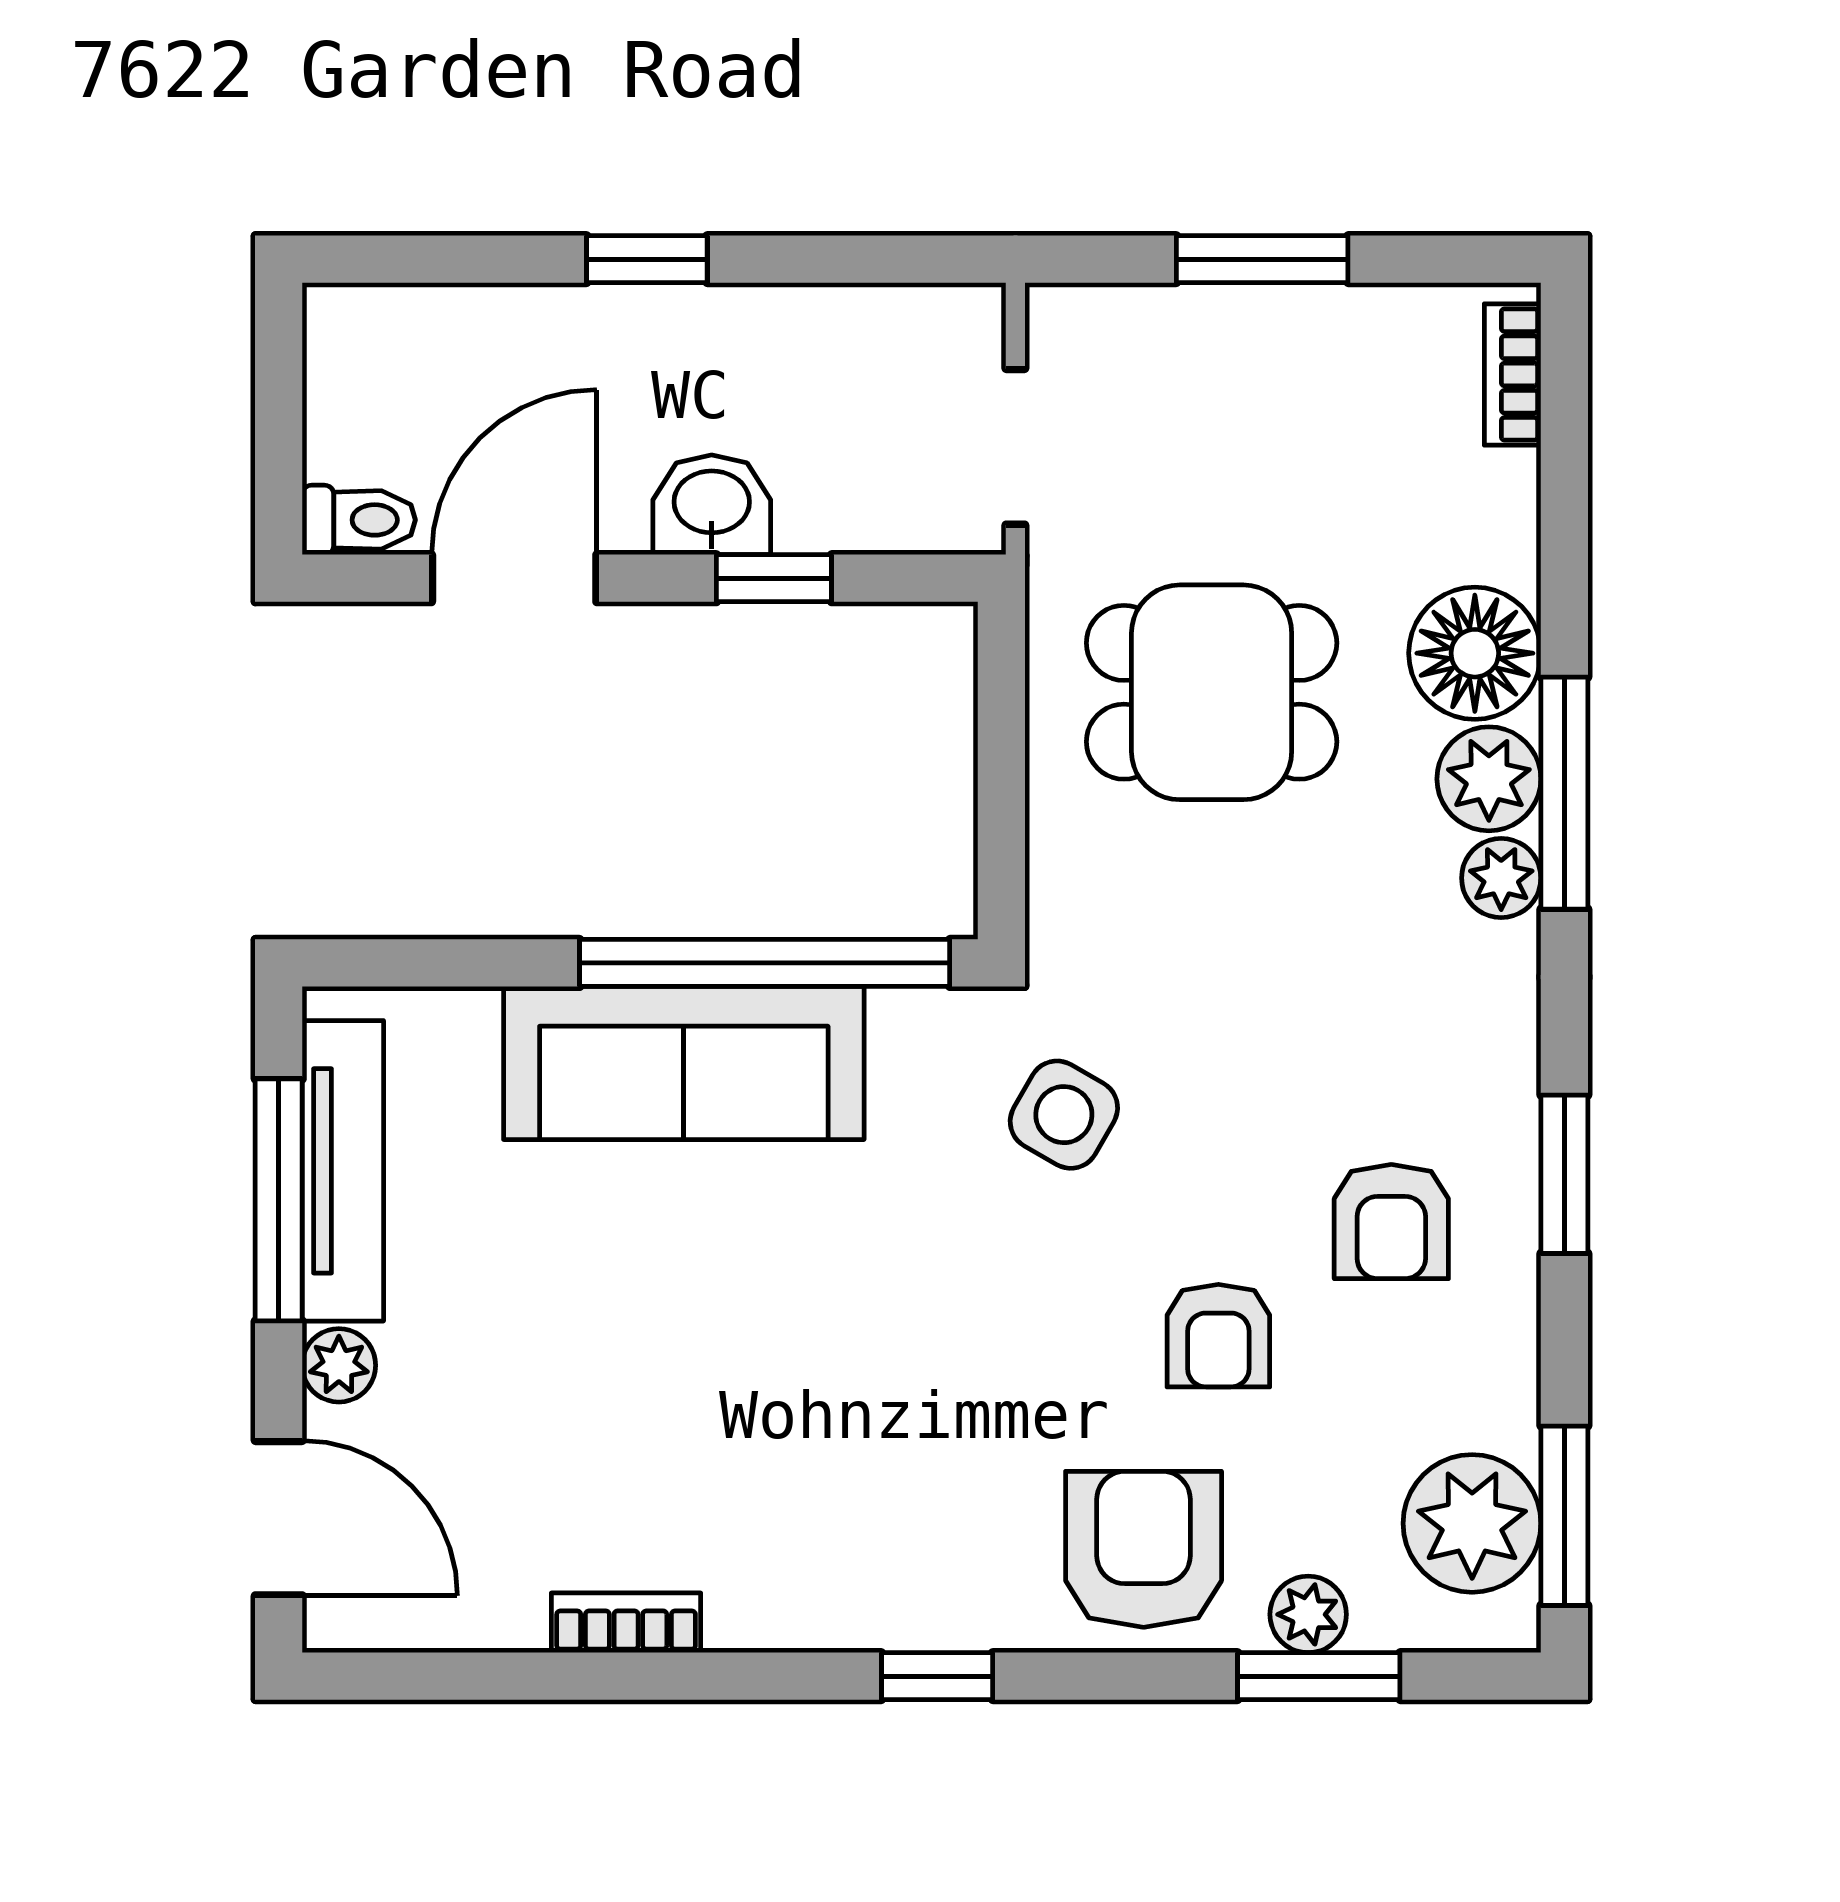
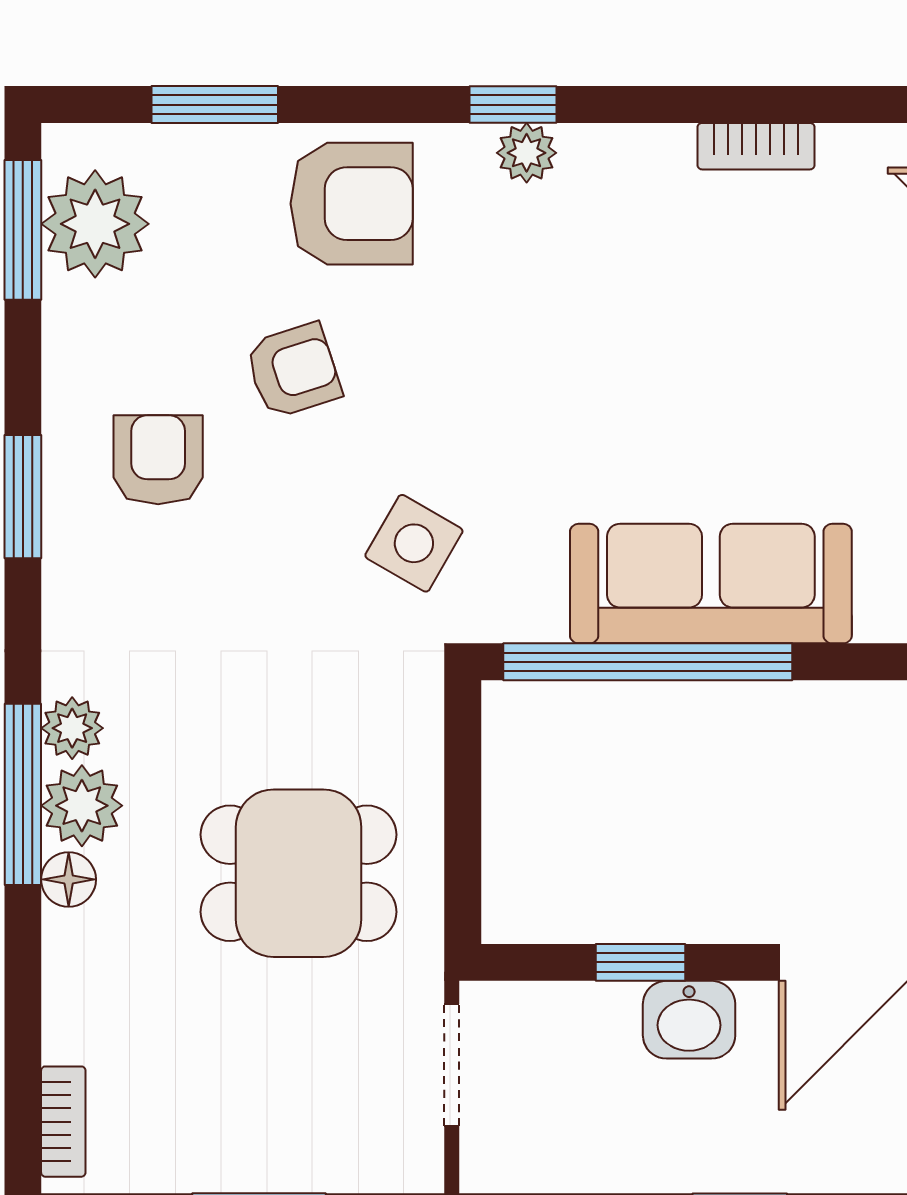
floor lamp: (1475, 653) -> (69, 879), width x0.53, depth x0.53
armchair: (1218, 1336) -> (293, 371), turned 72
armchair: (1144, 1549) -> (352, 204), turned -90
plant: (1308, 1614) -> (527, 153), moved

